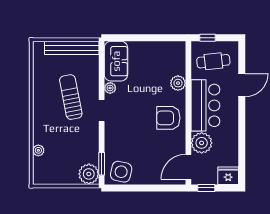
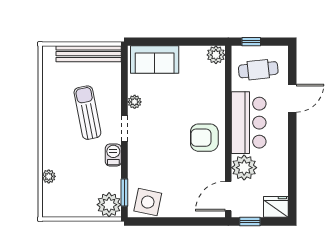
sofa: (116, 61) -> (155, 60), moved, turned 90
plant: (178, 83) -> (216, 55), moved
barbecue: (92, 132) -> (113, 155), added

